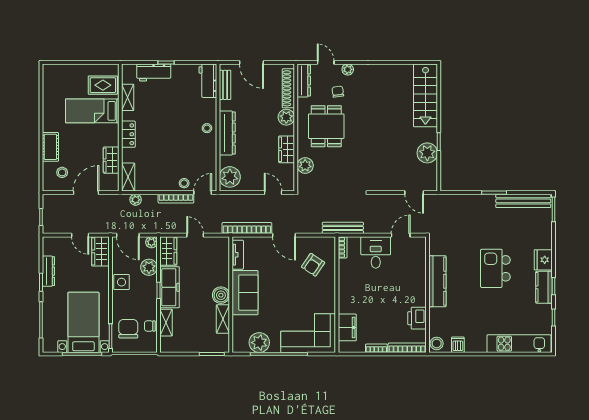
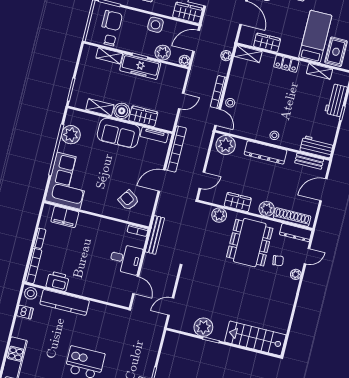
dining table: (326, 126) -> (250, 243), width x1.38
wardrobe: (168, 251) -> (143, 116), moved, turned 180
kitchen counter: (437, 281) -> (65, 302), moved

